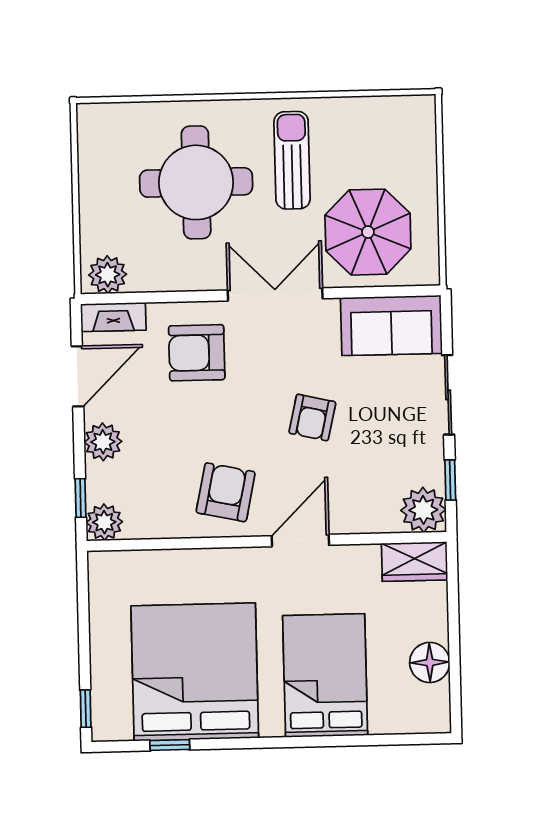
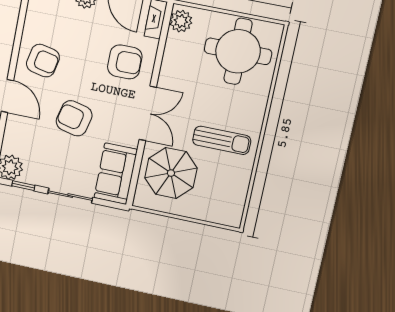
round table: (196, 182) -> (238, 51), moved
armchair: (197, 353) -> (125, 62), turned 90
armchair: (312, 418) -> (74, 118), width x1.38, depth x1.38

